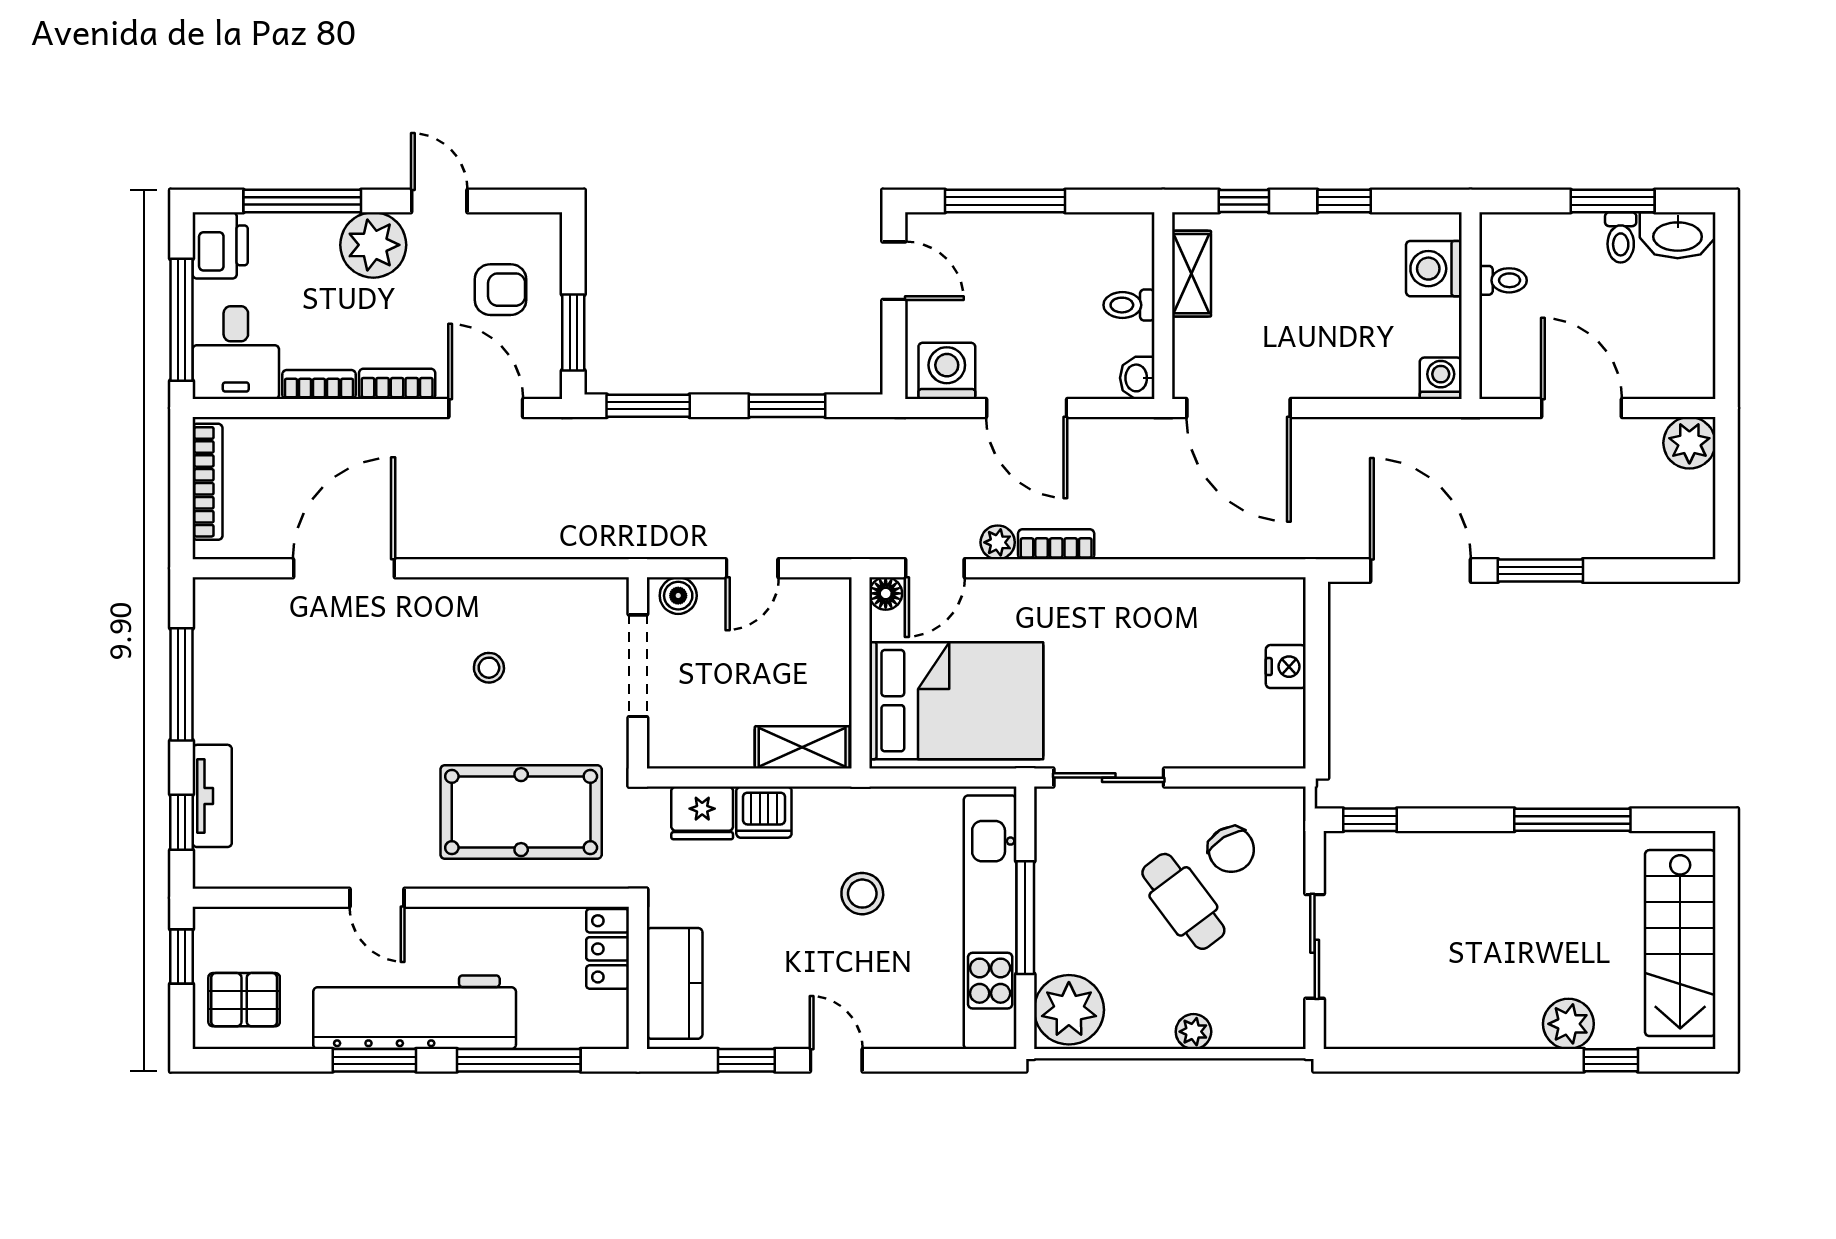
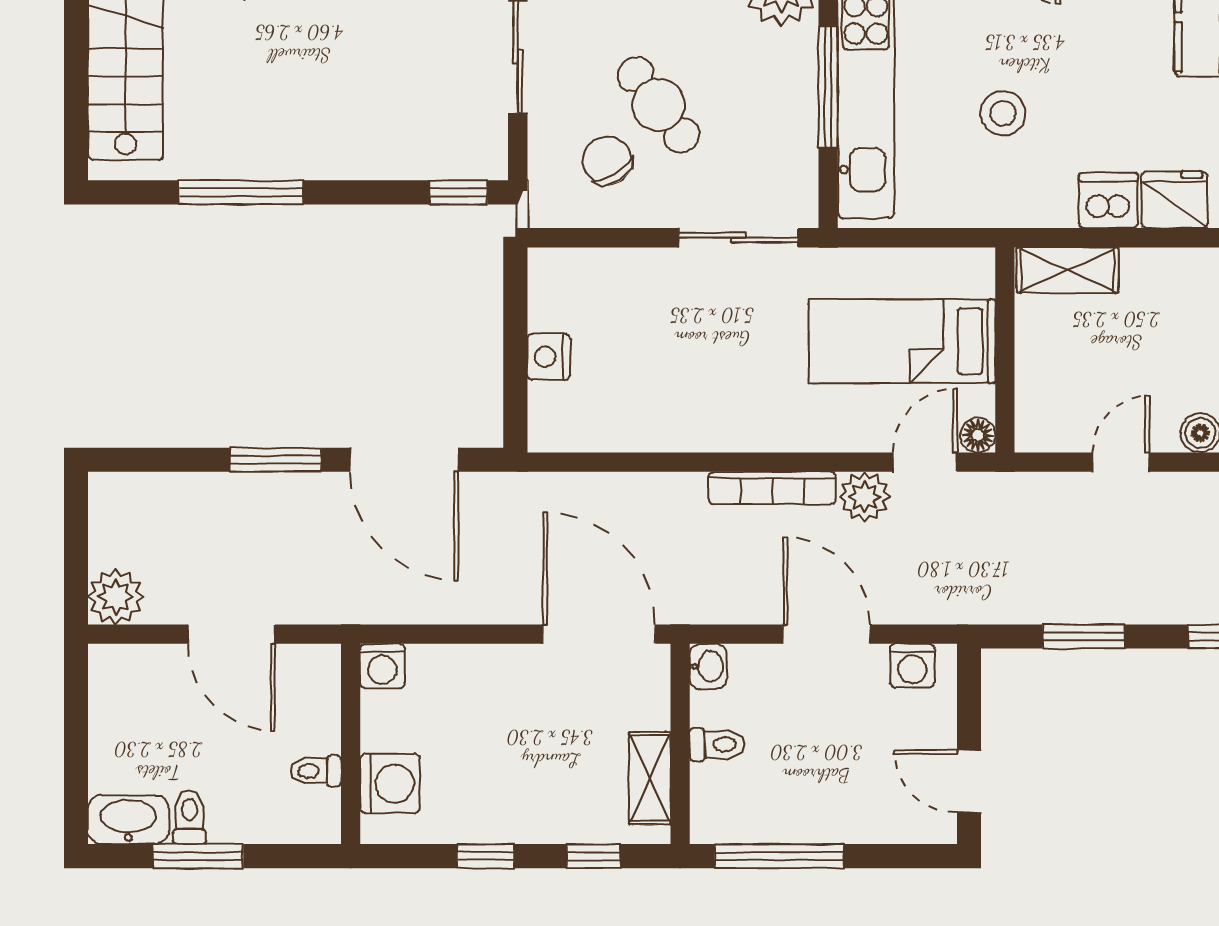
window: (1005, 201) -> (779, 856), moved
washing machine: (947, 371) -> (912, 666), width x0.73, depth x0.73
plant: (998, 542) -> (865, 497), width x1.38, depth x1.38
bookcase: (1056, 544) -> (772, 488), width x1.56
bed: (956, 701) -> (902, 341), width x0.67

